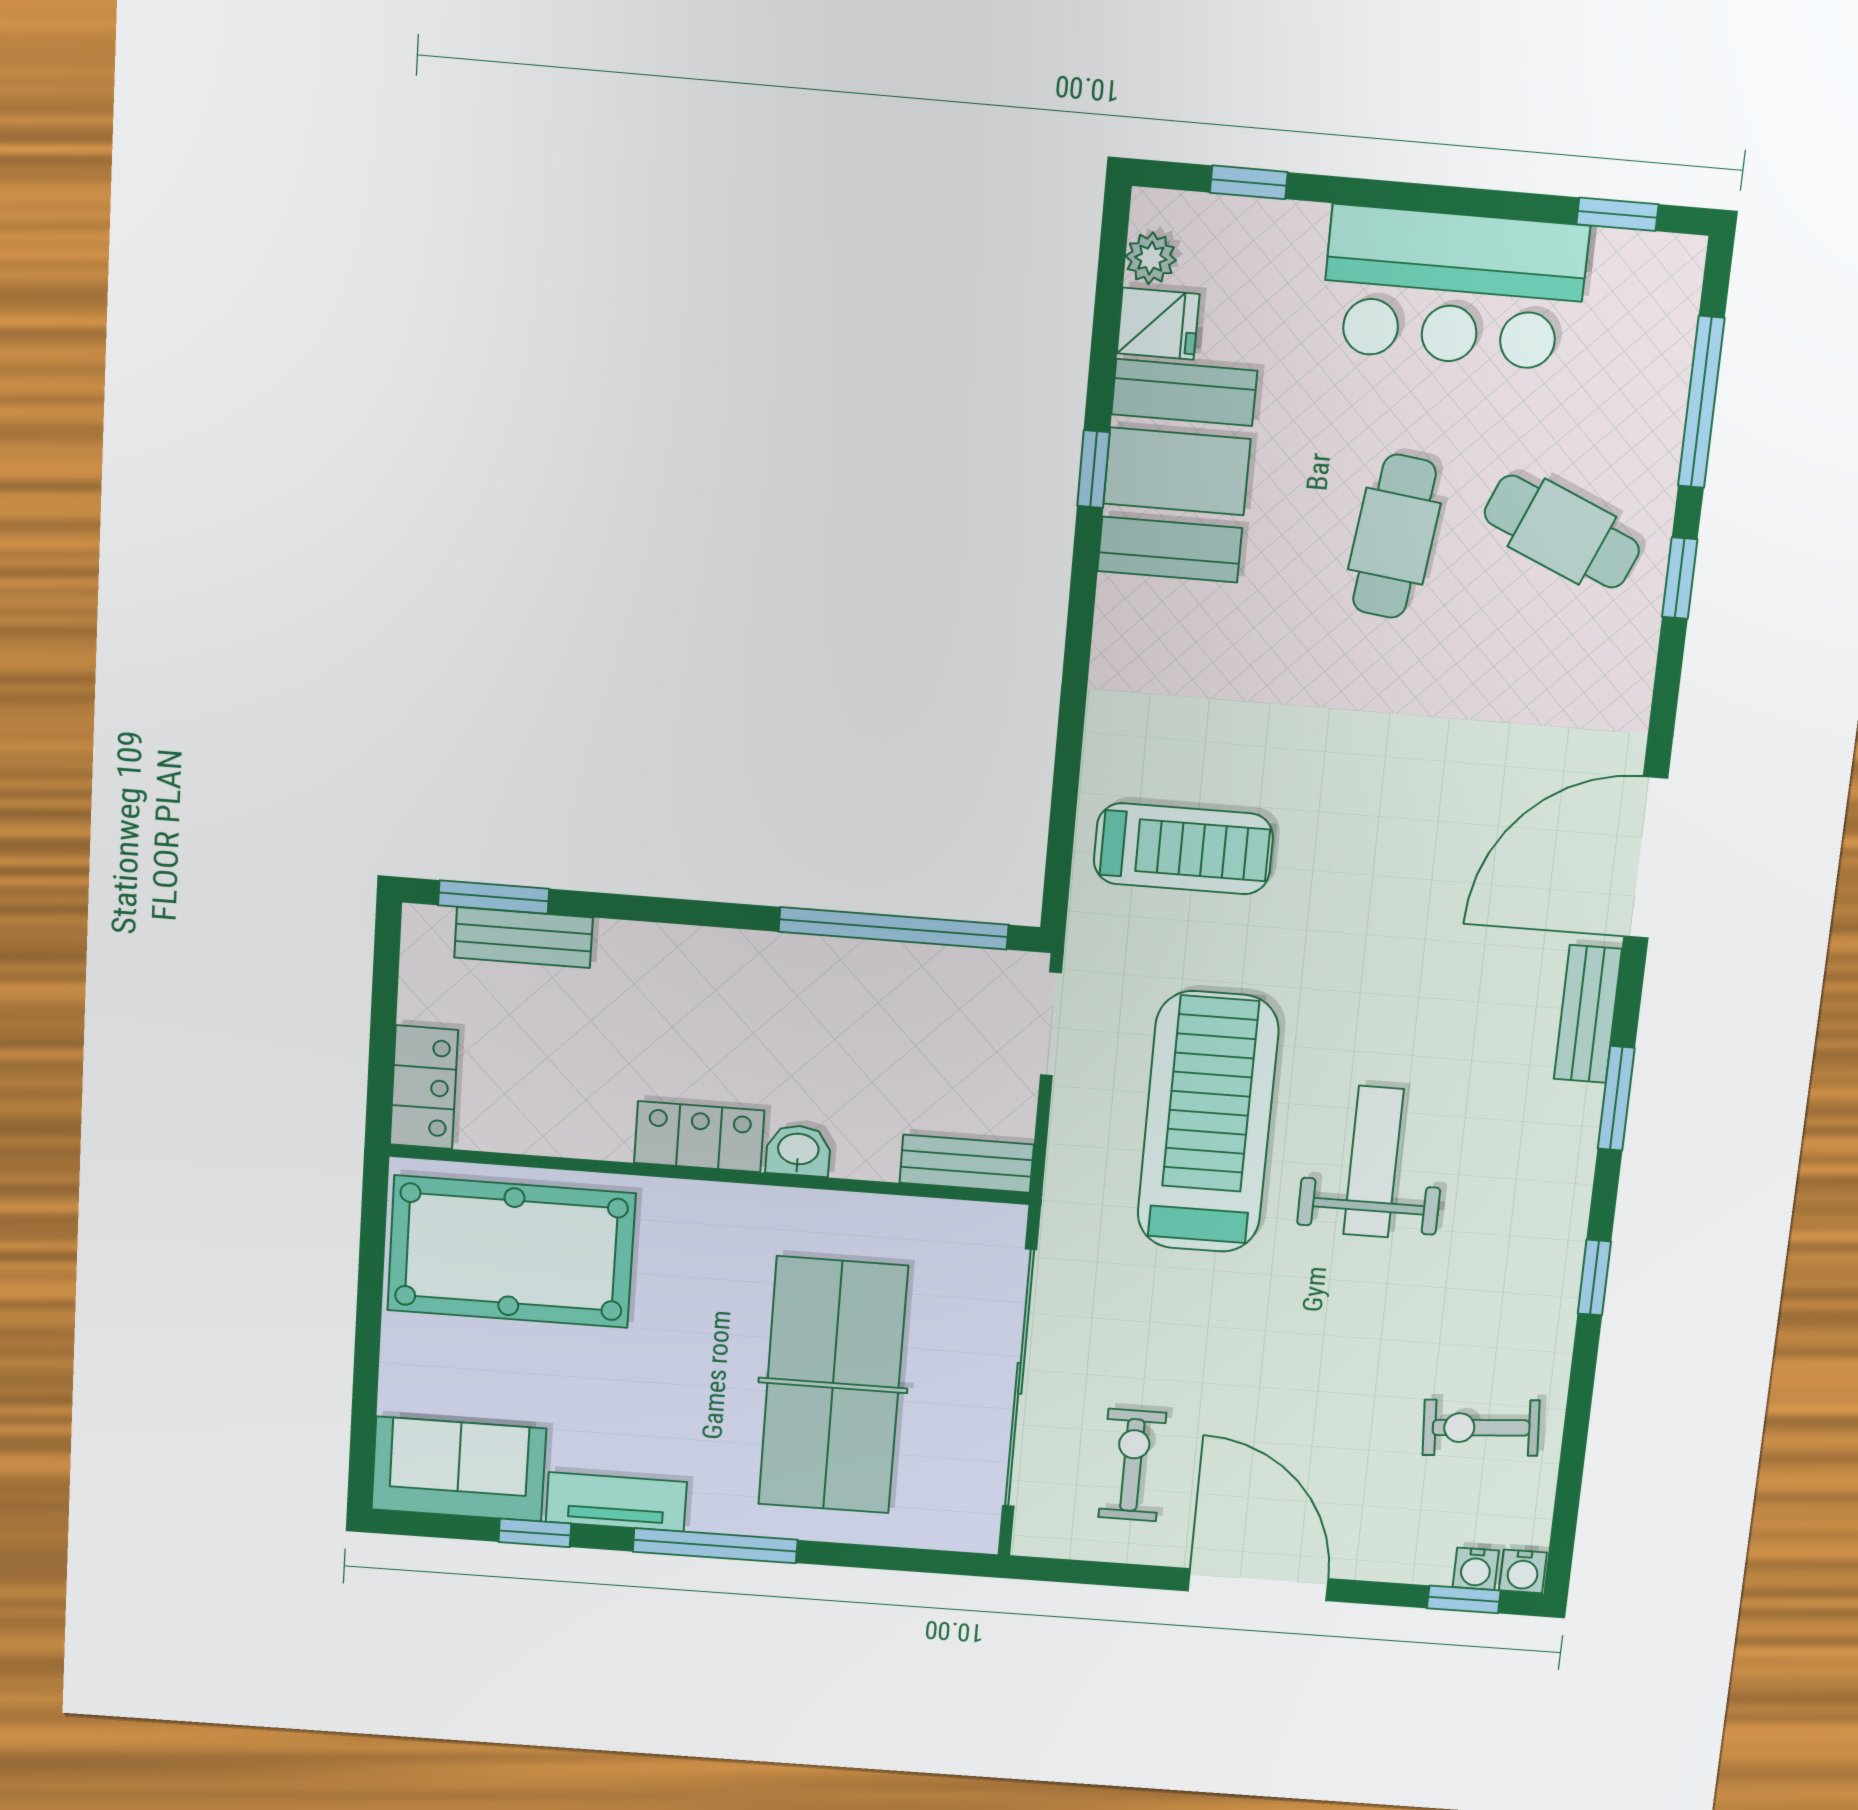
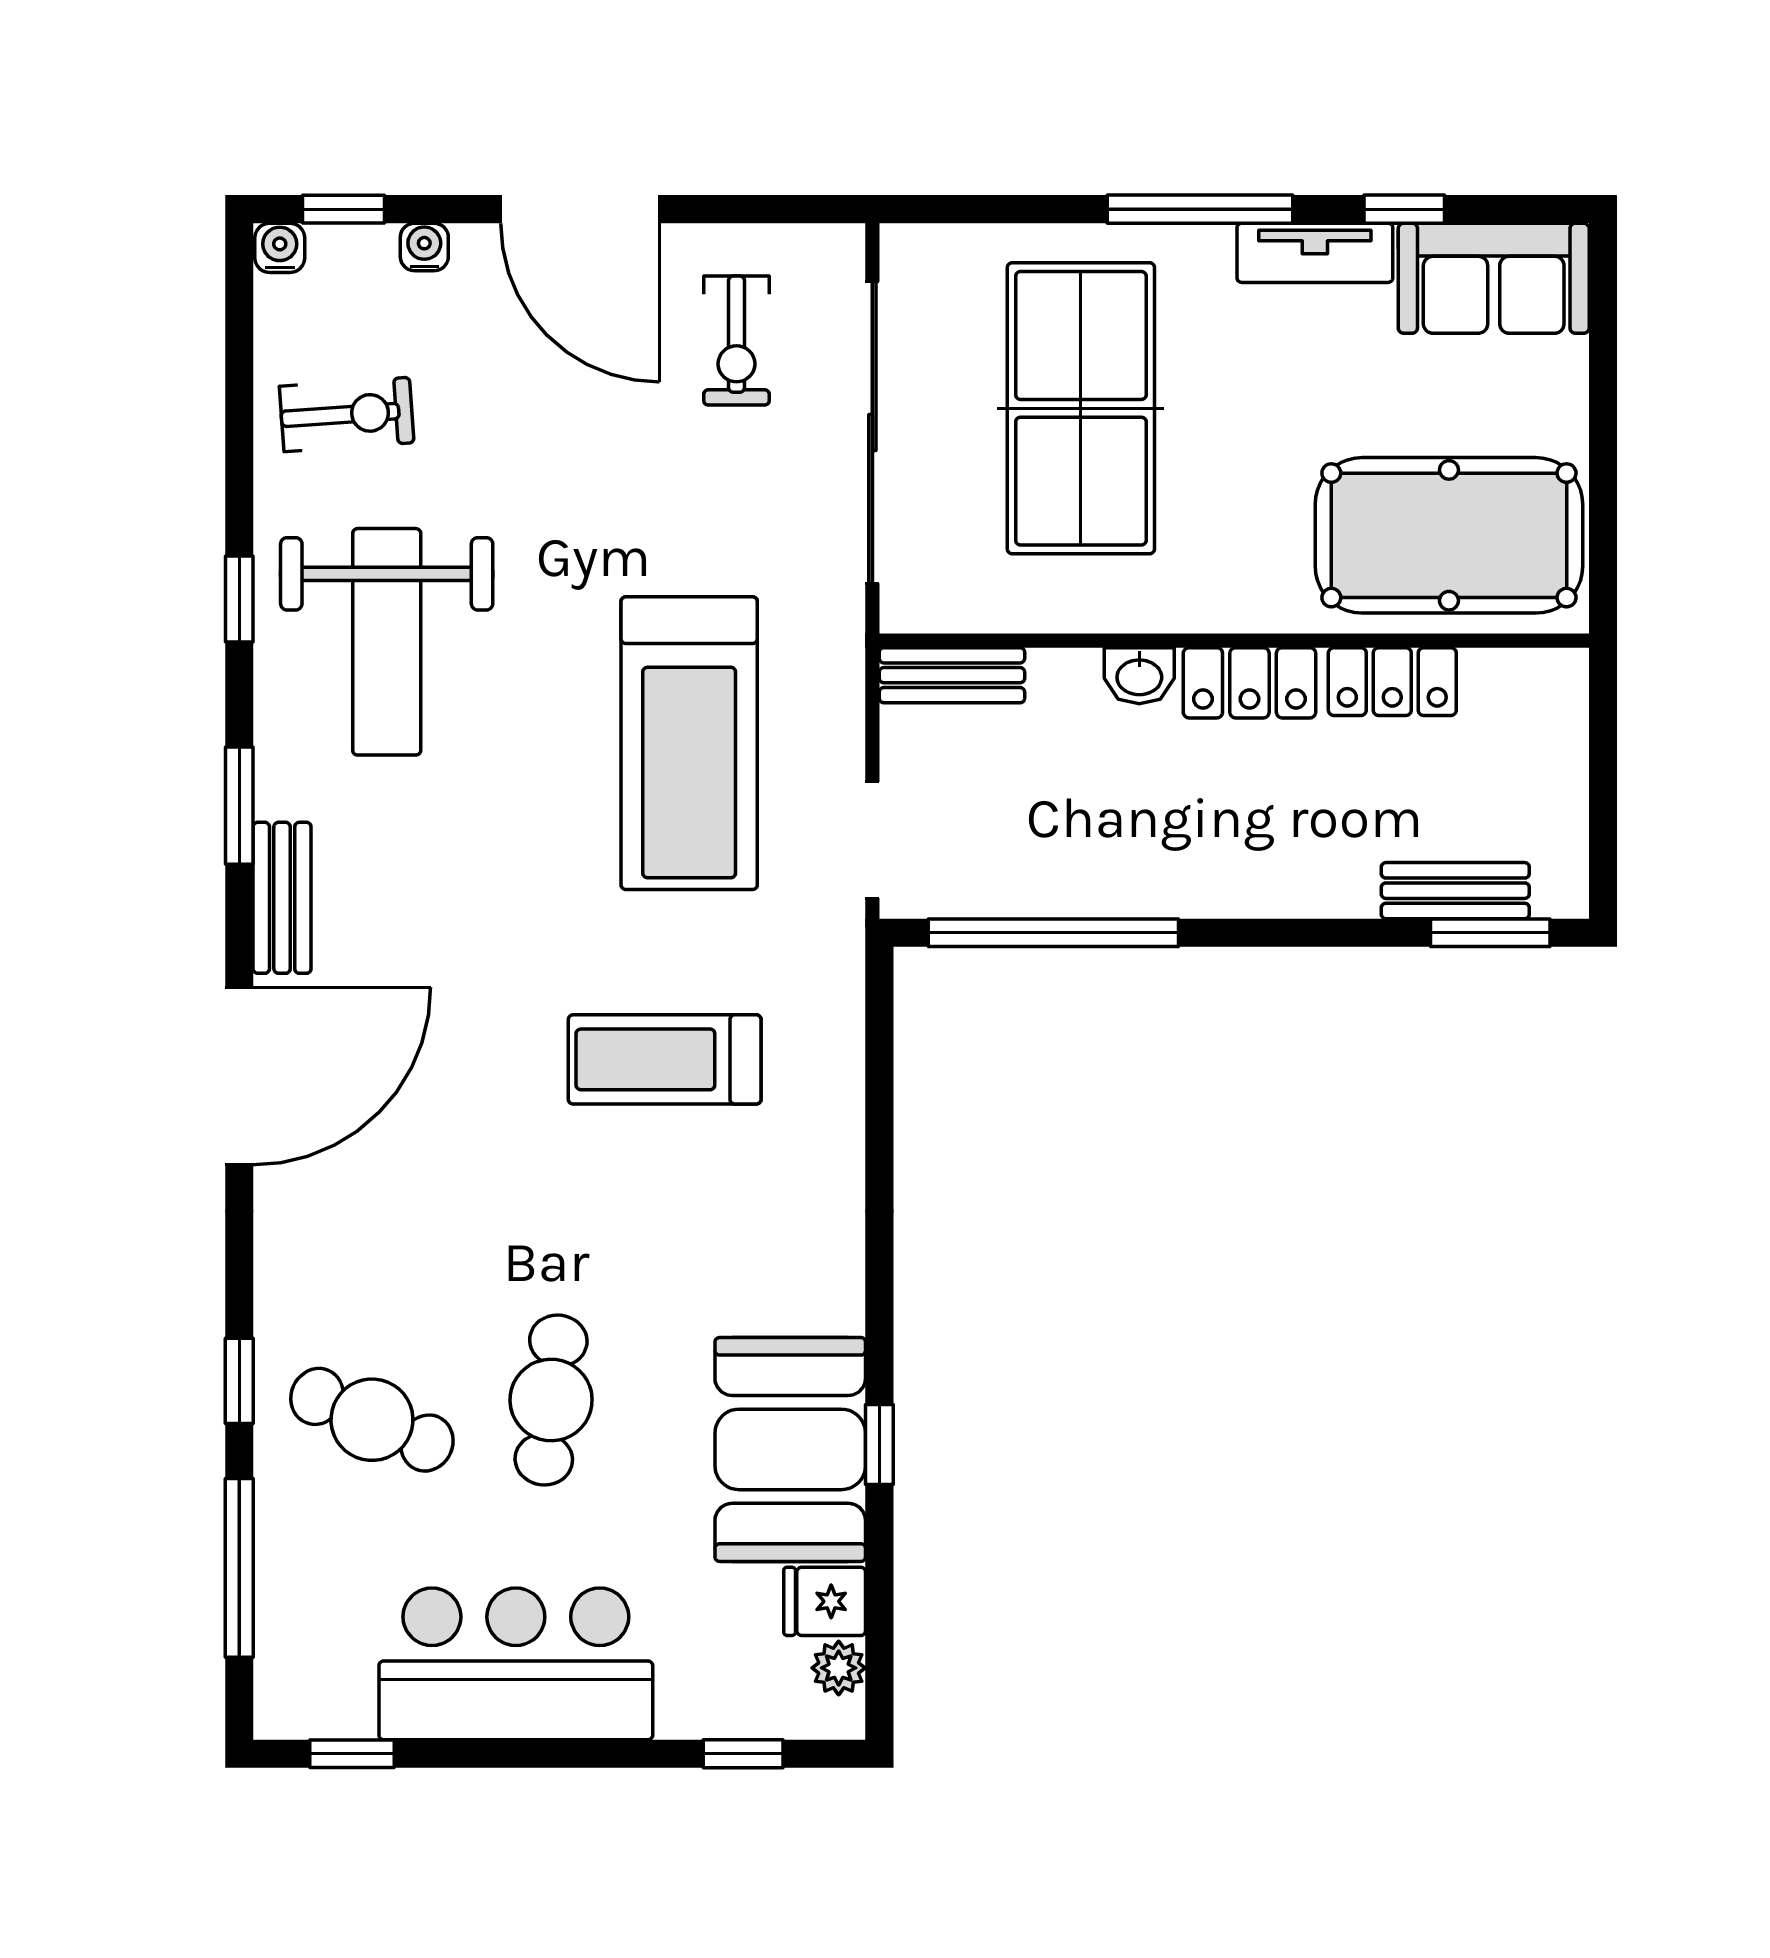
treadmill: (1183, 849) -> (665, 1059), moved
locker: (424, 1087) -> (1392, 682), moved, turned -90
weight bench: (1373, 1162) -> (387, 642), moved, width x1.36, depth x1.33
water cooler: (1476, 1569) -> (424, 247), moved

